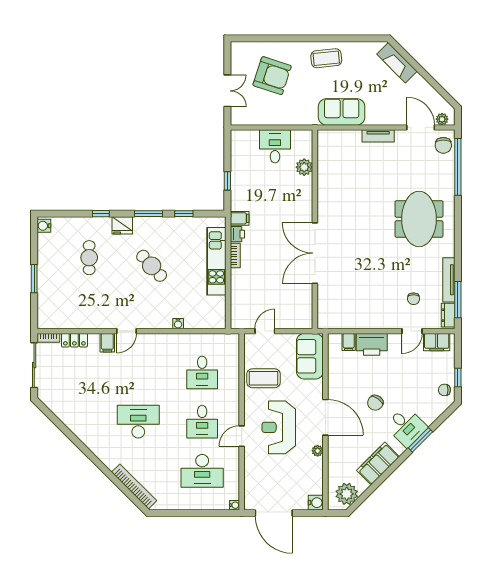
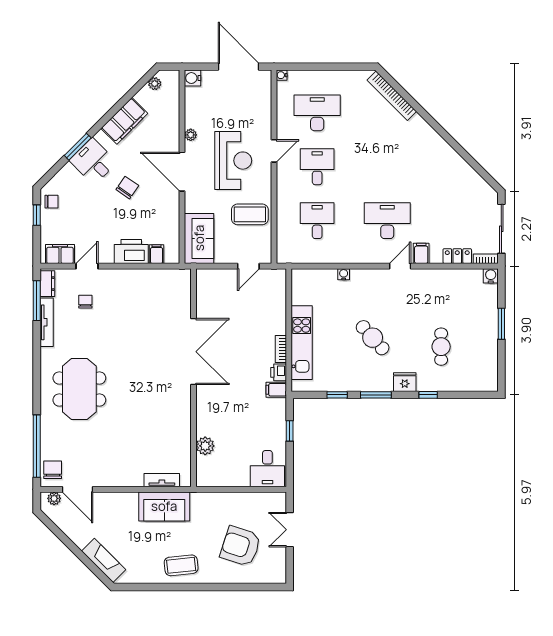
tv unit: (378, 136) -> (162, 480), moved
desk: (275, 146) -> (267, 469), moved
water cooler: (44, 226) -> (491, 276), moved, turned -90
desk: (138, 422) -> (387, 221), moved, turned 180
plant: (347, 494) -> (155, 84), width x0.53, depth x0.53

